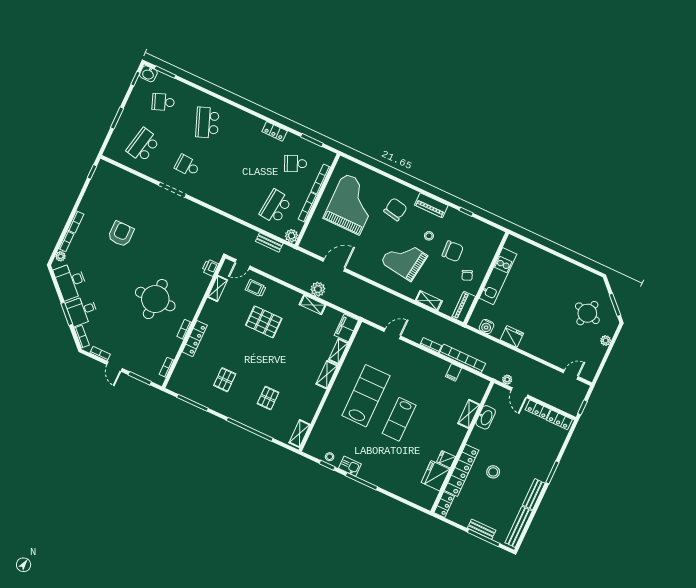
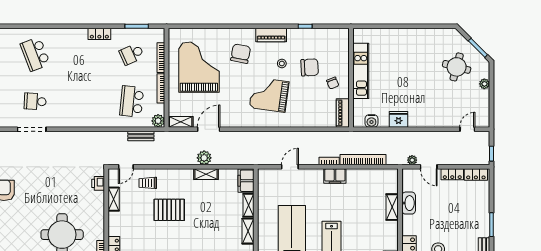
shelving: (429, 301) -> (181, 122), moved
filing cabinet: (453, 372) -> (335, 176), moved, width x2.00

